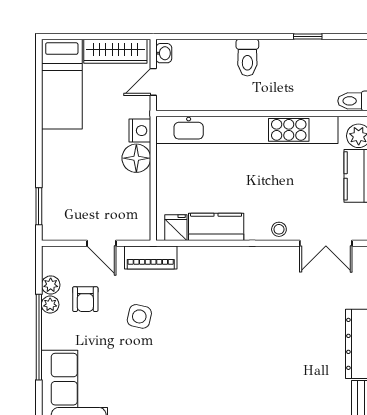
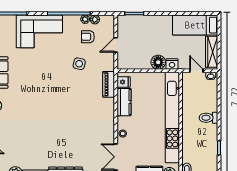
piano: (151, 257) -> (109, 84), moved

